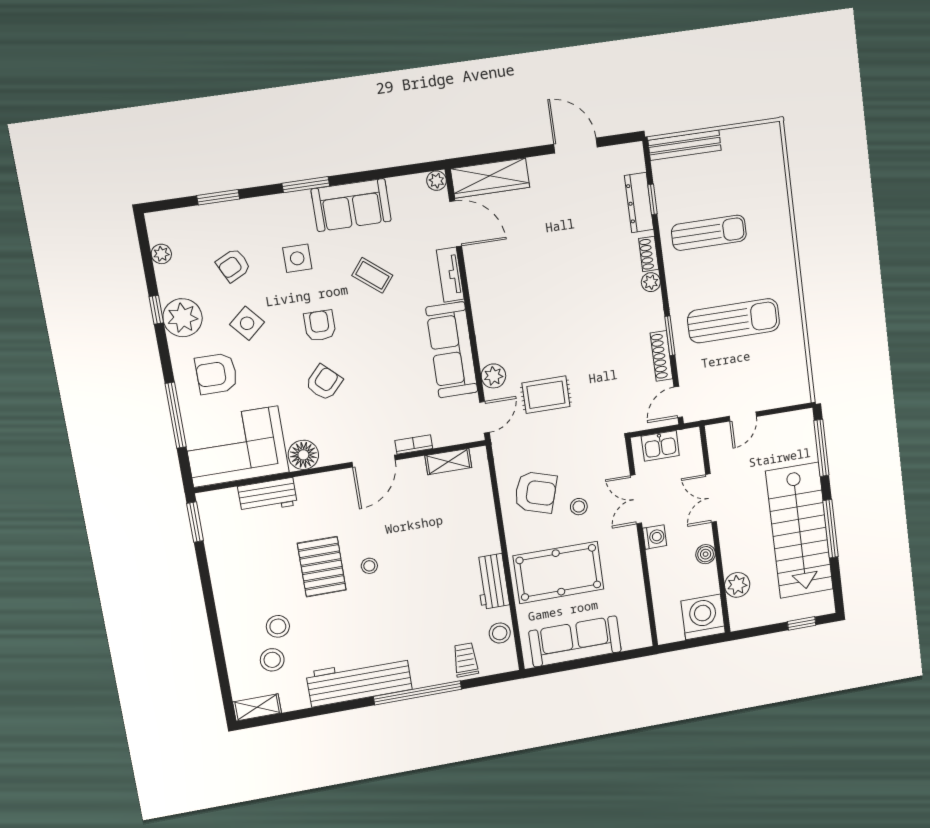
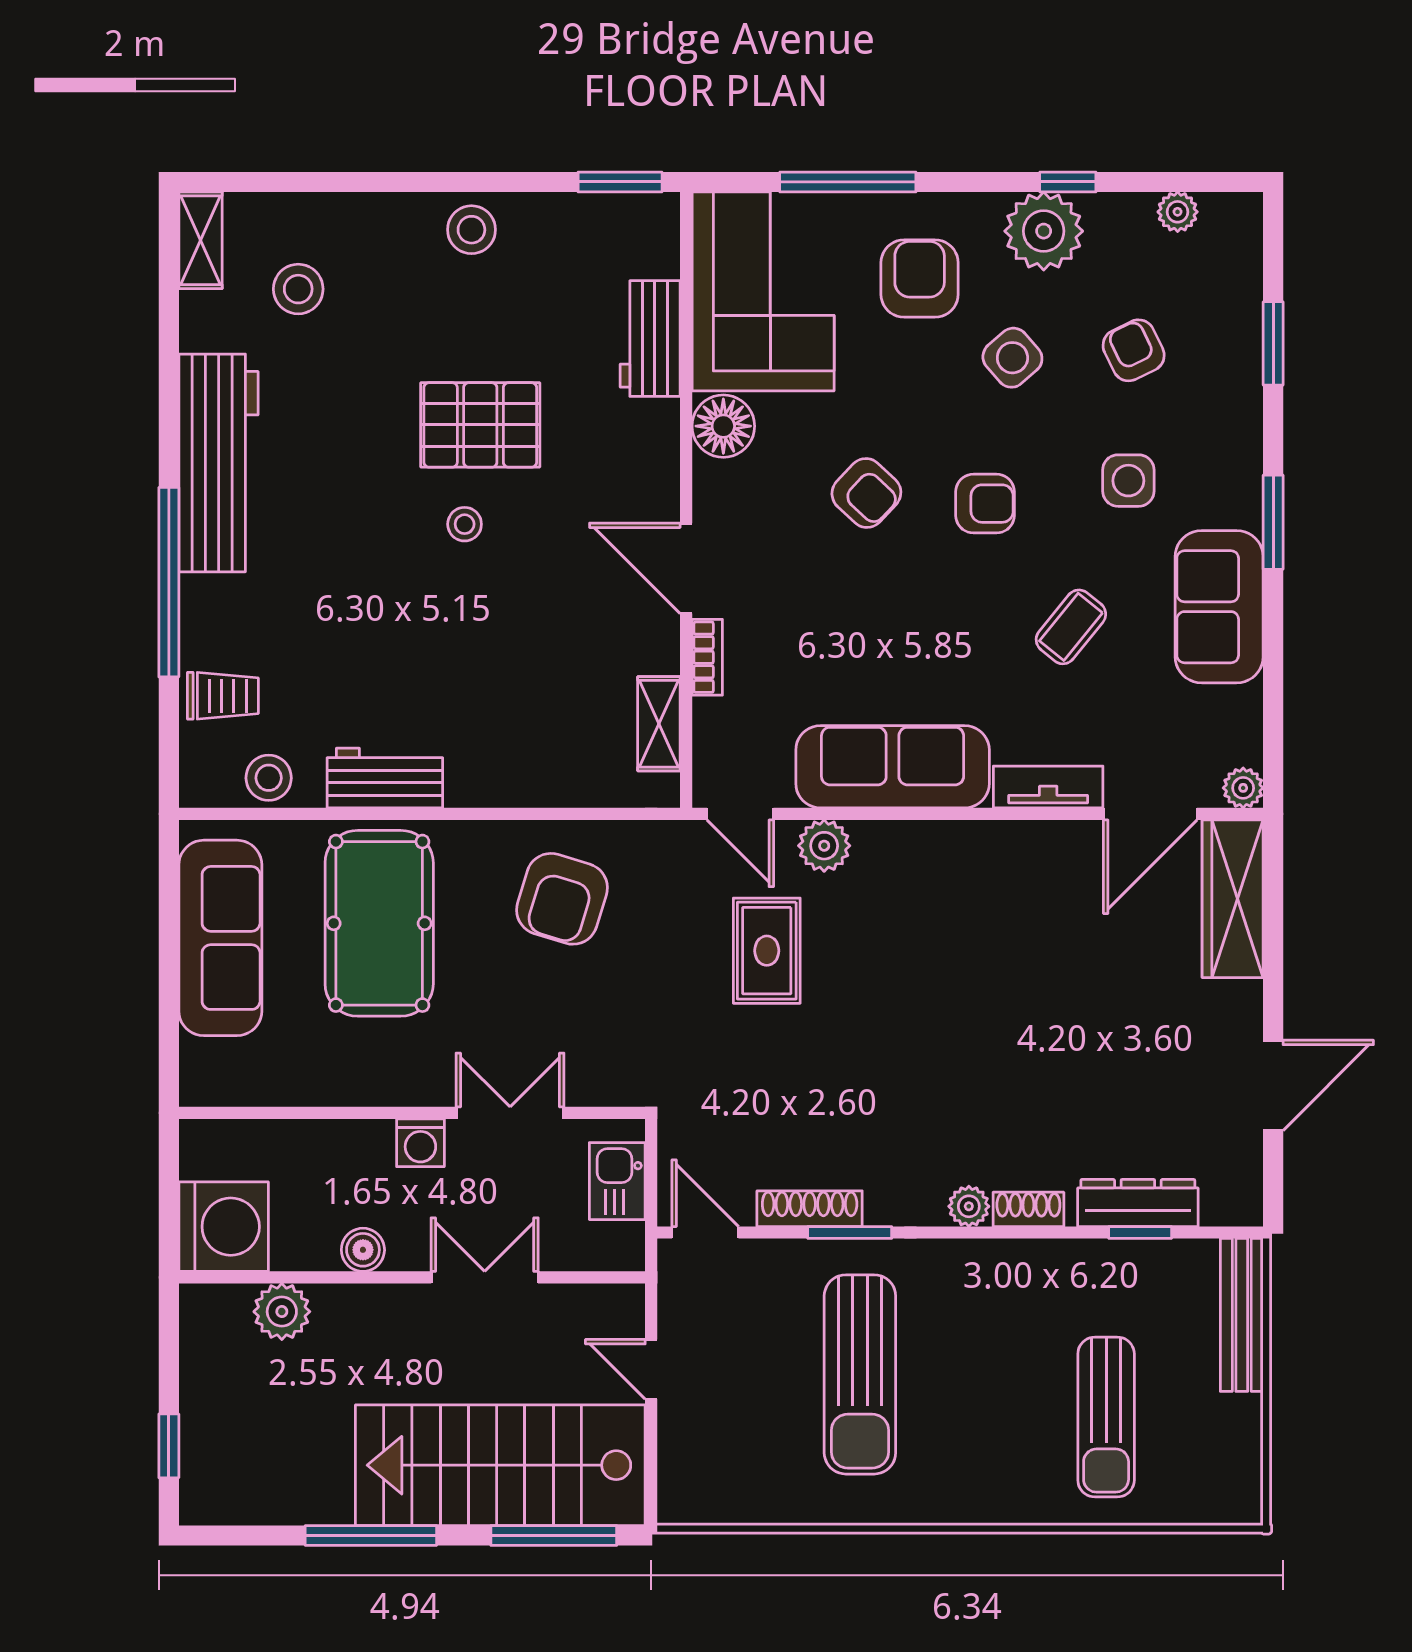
sun lounger: (709, 233) -> (1106, 1417), moved
stool: (579, 507) -> (515, 987), removed
stairs: (799, 530) -> (500, 1465), moved
stool: (278, 626) -> (471, 230), moved

